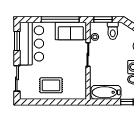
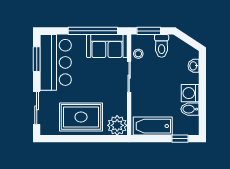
rug: (51, 85) -> (81, 117), width x1.36, depth x1.43
plant: (79, 92) -> (117, 125), added

